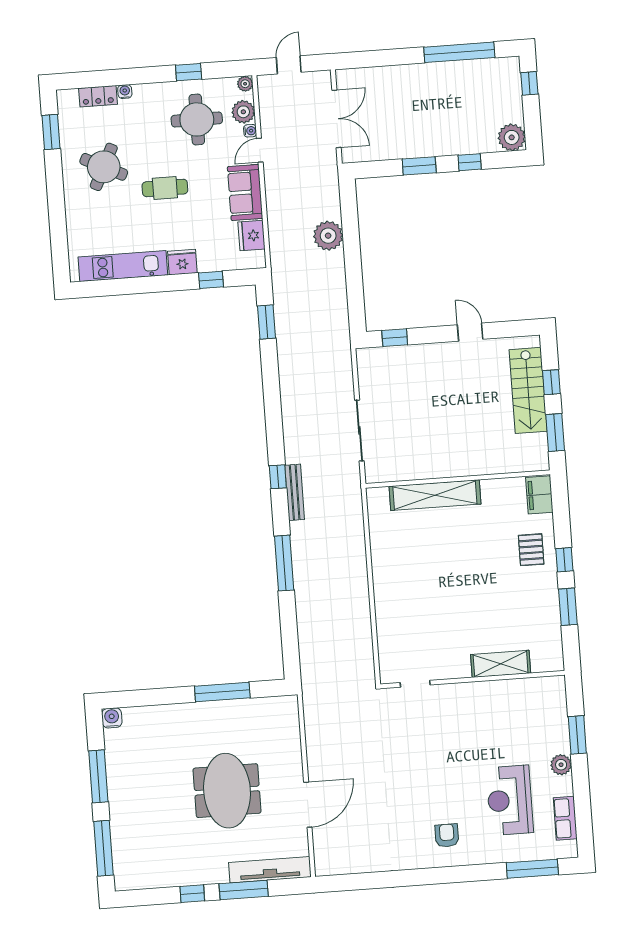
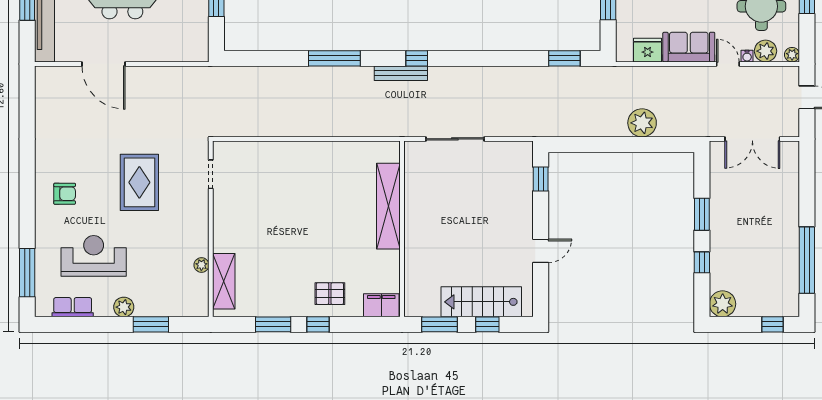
shelving: (501, 664) -> (224, 281), moved
plant: (511, 686) -> (201, 265), added
rug: (429, 758) -> (139, 182), added

